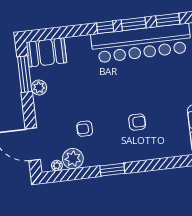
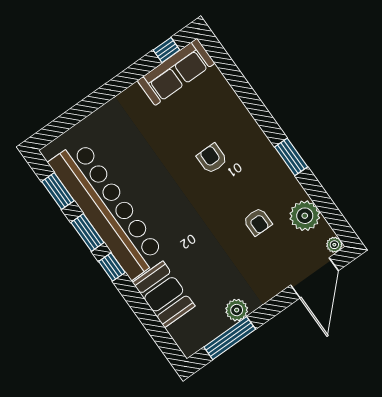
booth: (46, 52) -> (164, 294), moved
plant: (57, 166) -> (334, 245), moved

